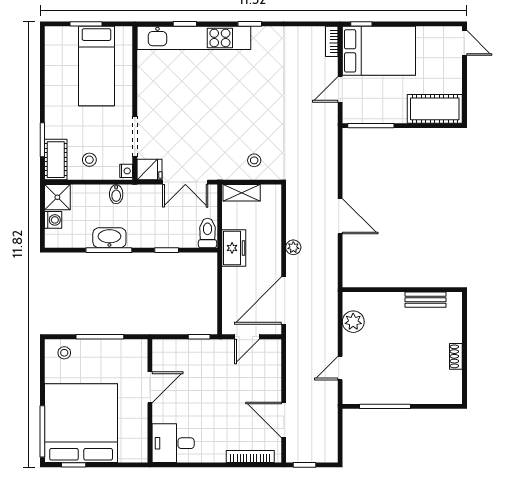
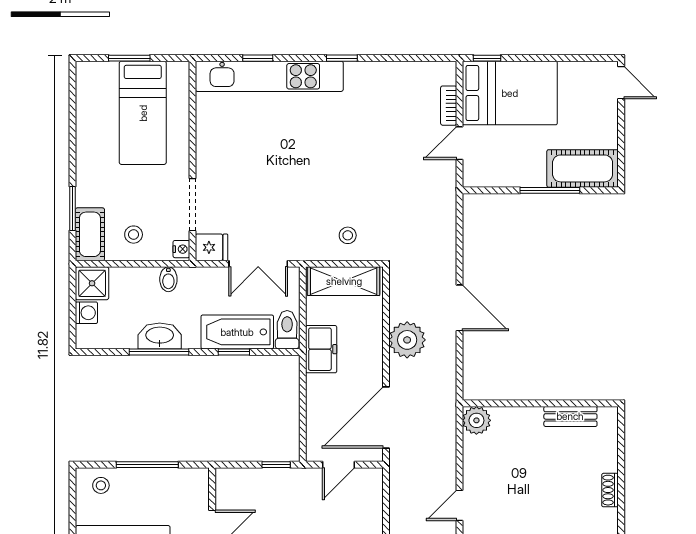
bookcase: (332, 41) -> (449, 106), moved
window: (371, 126) -> (550, 190), moved
shelving: (242, 193) -> (344, 281), width x1.50, depth x1.33
bathtub: (169, 235) -> (237, 332), added
plant: (293, 247) -> (407, 340), width x1.87, depth x1.87
plant: (353, 322) -> (476, 420), moved

